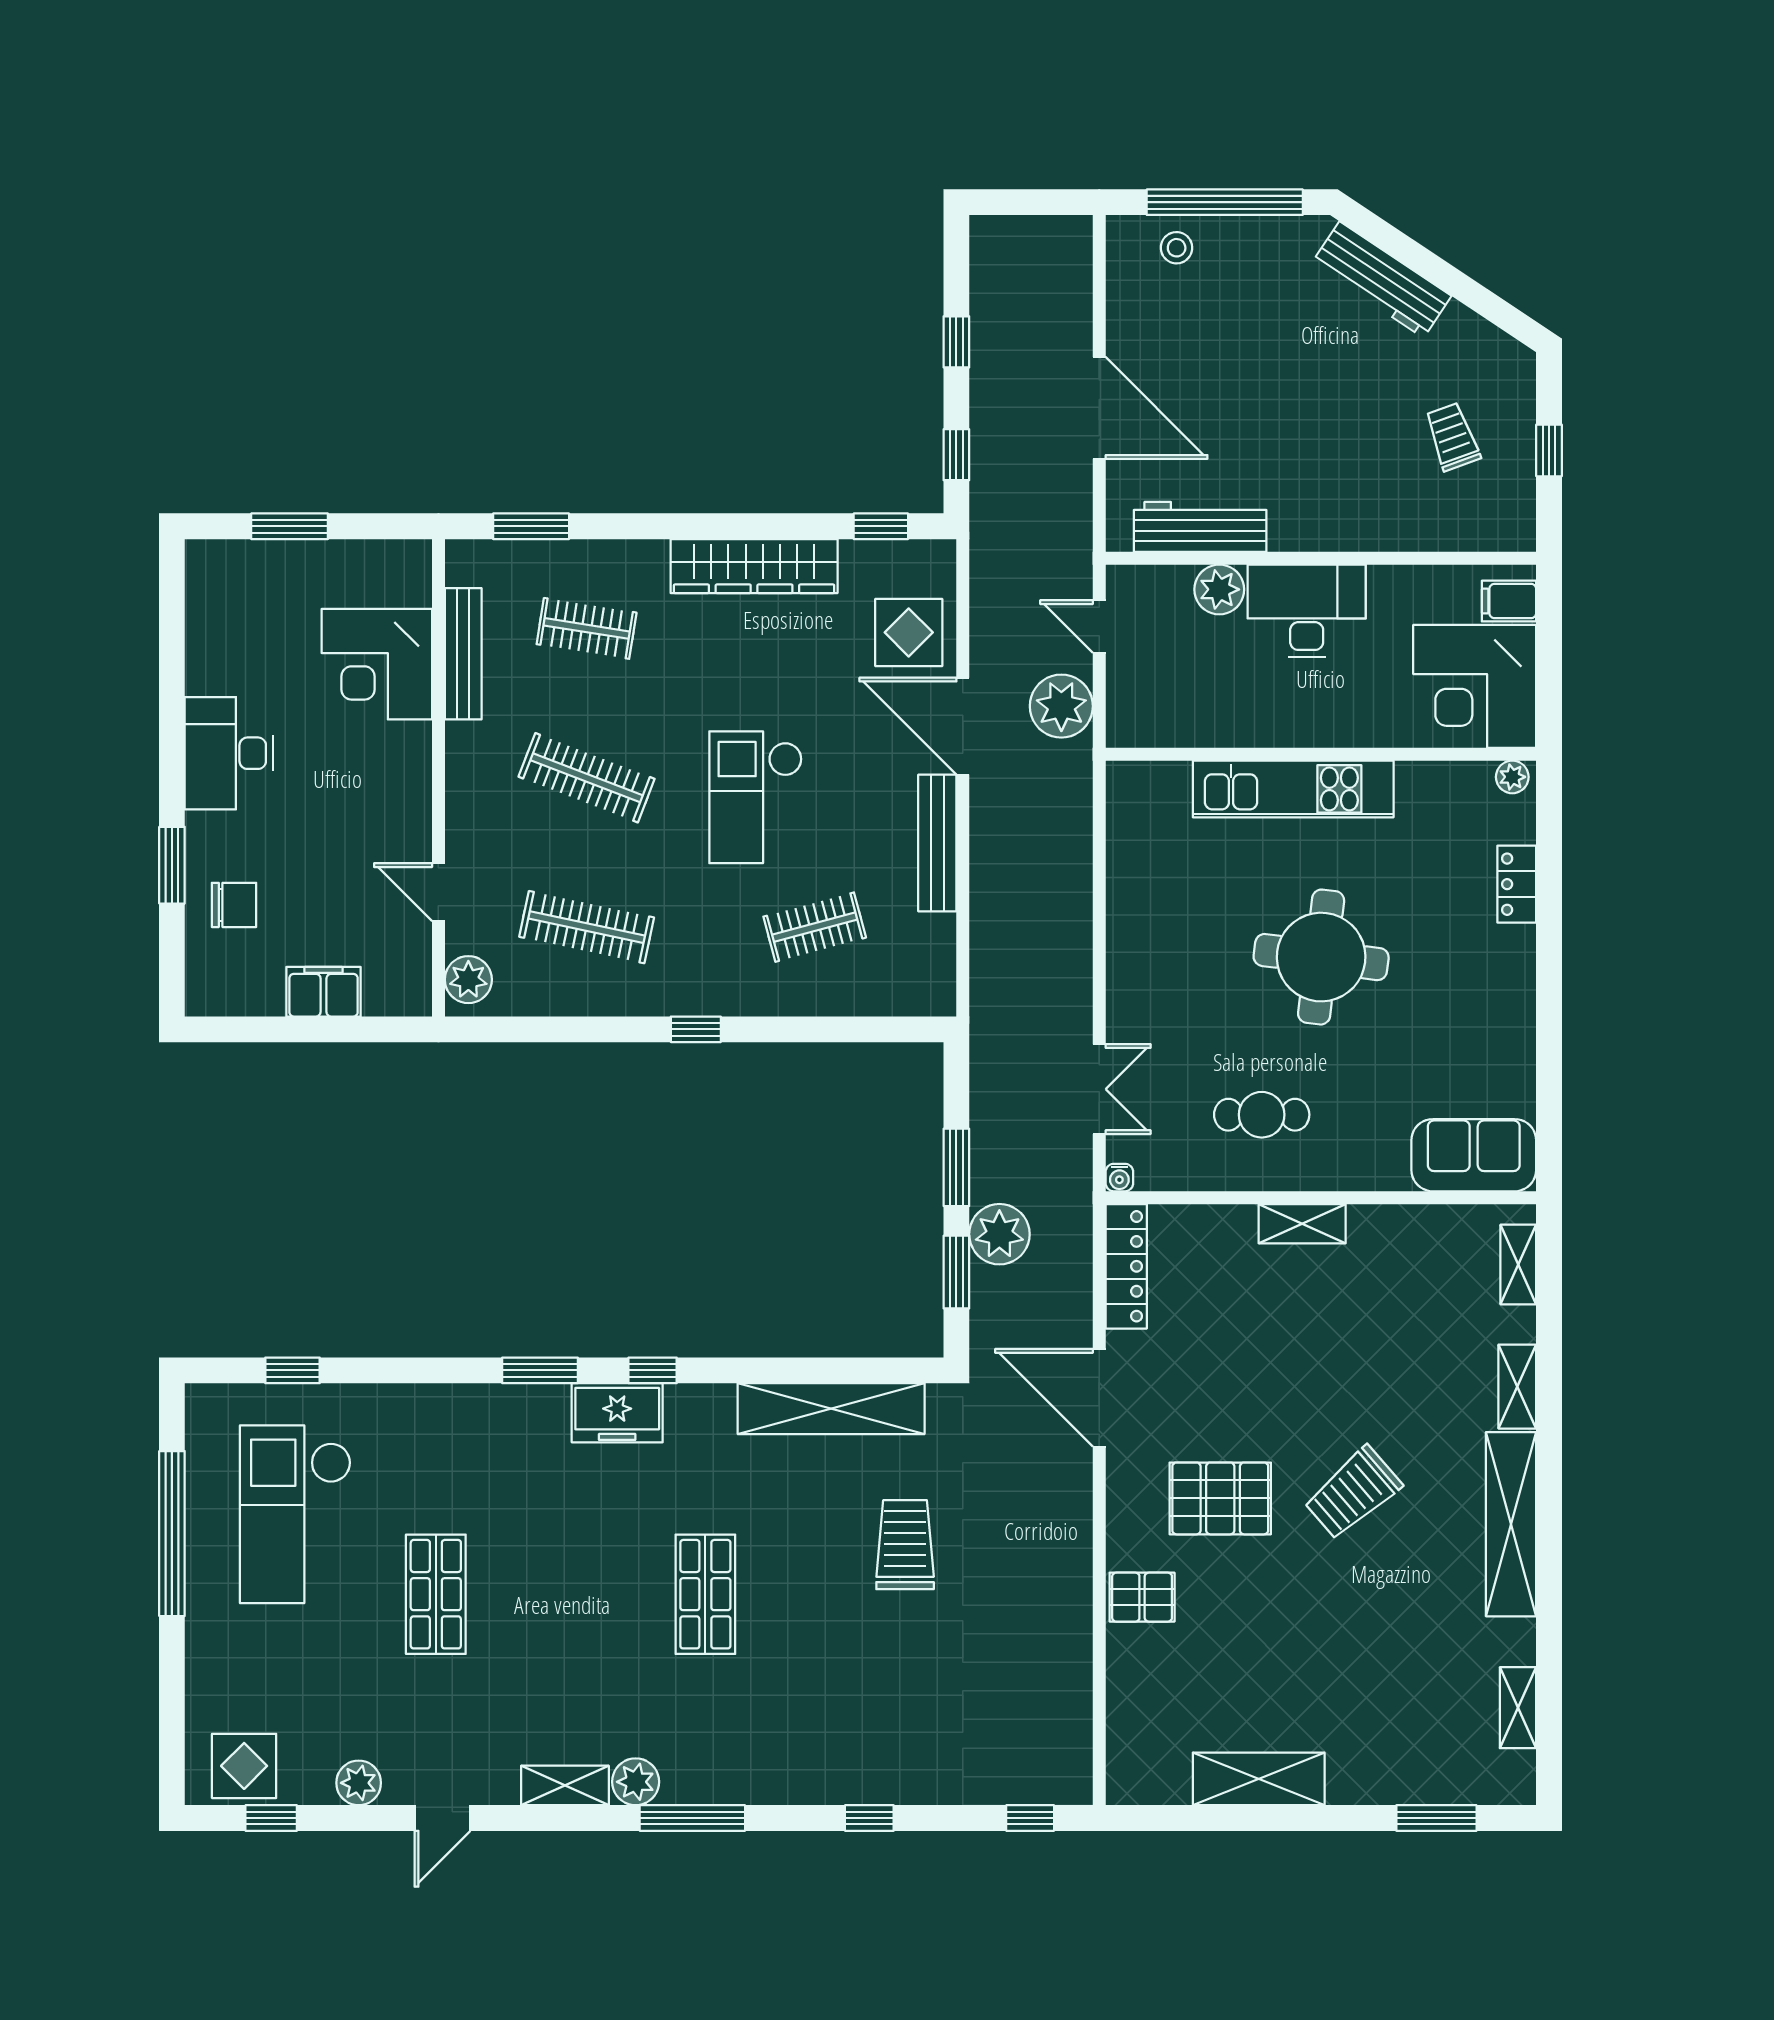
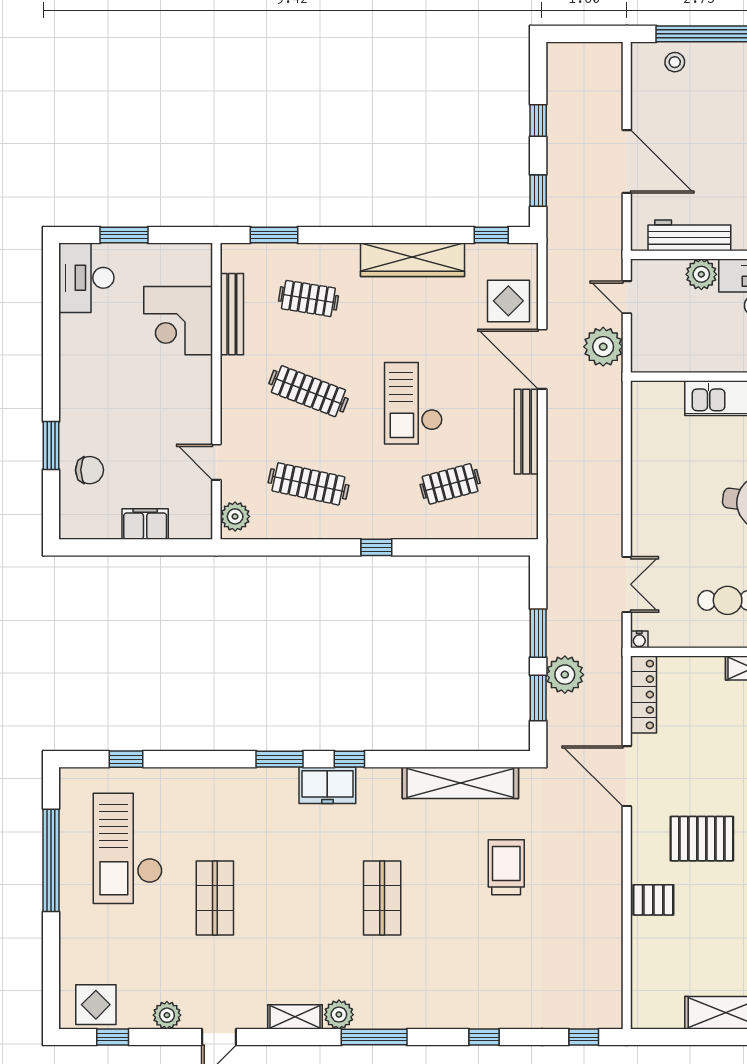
desk: (229, 753) -> (86, 278), moved

